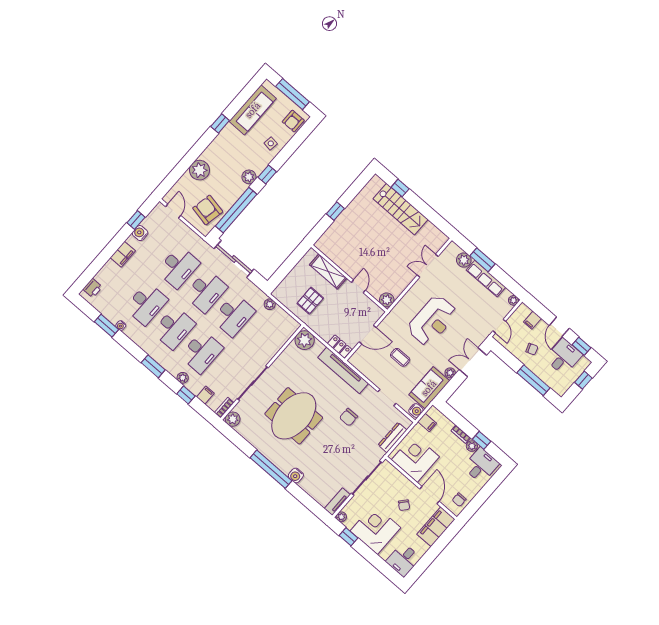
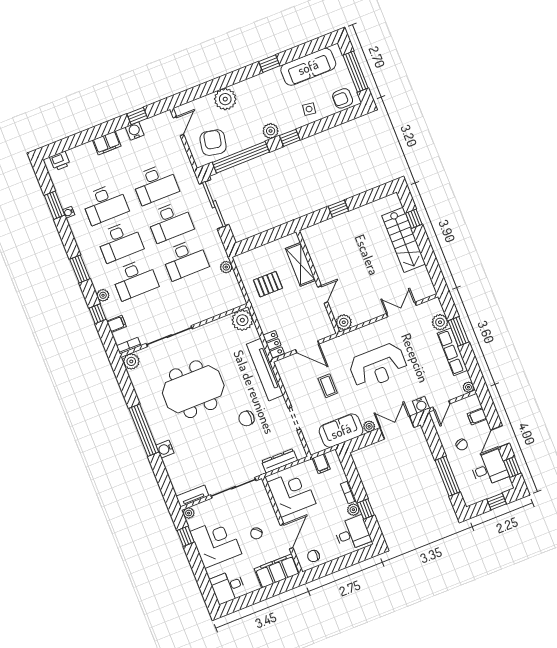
water cooler: (416, 411) -> (421, 405), moved

